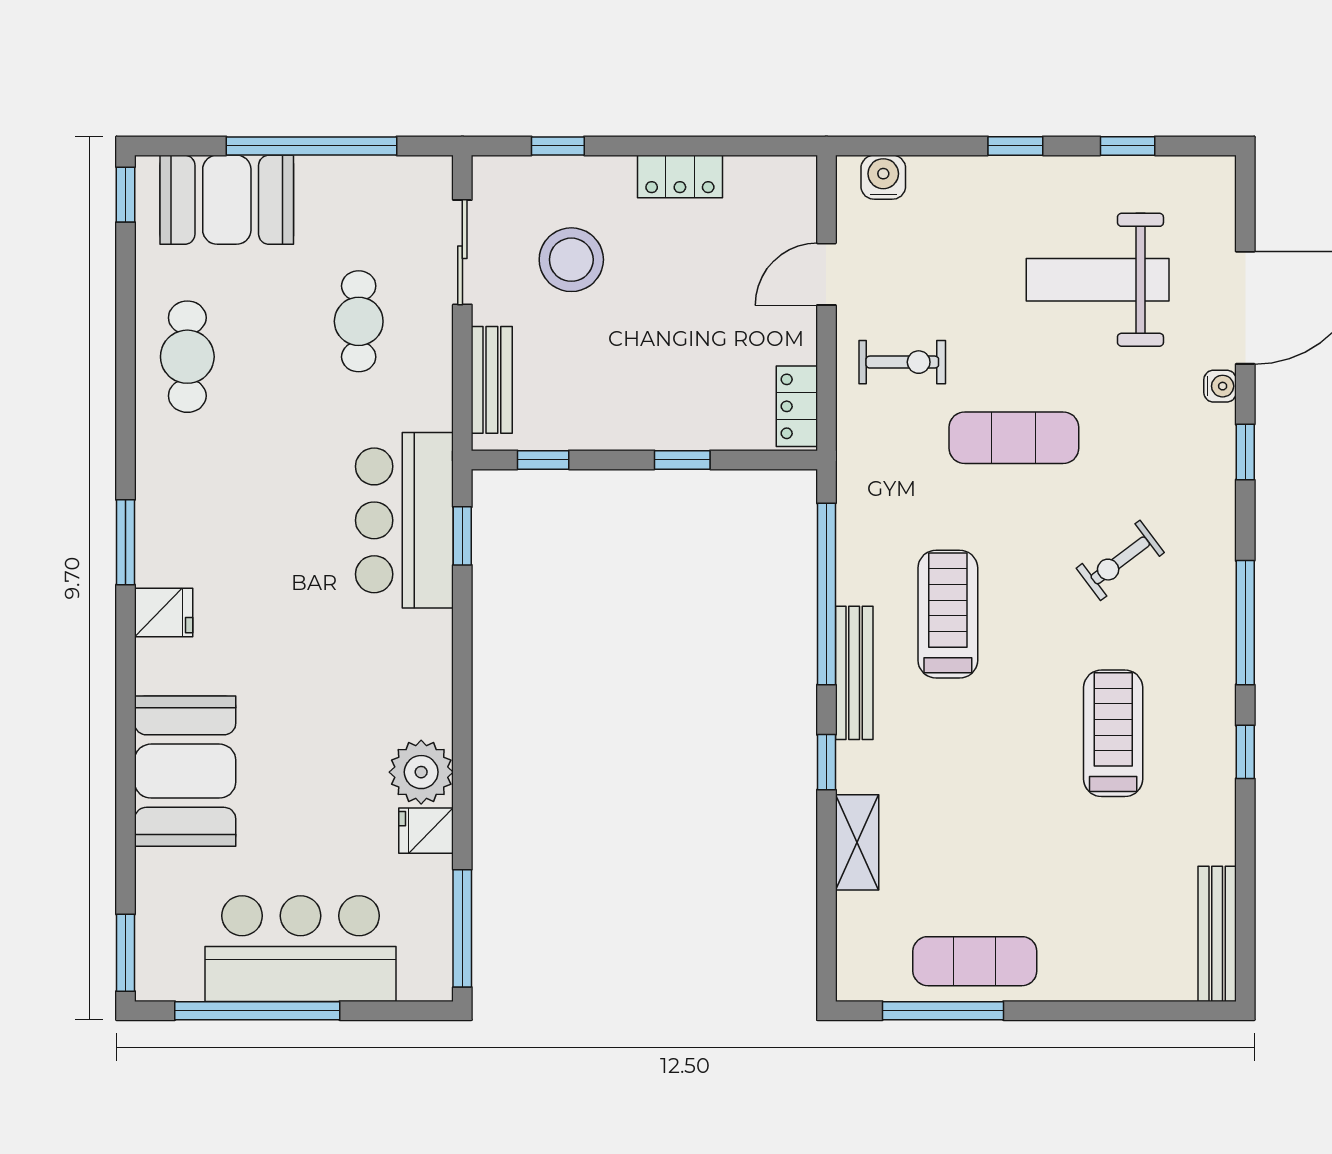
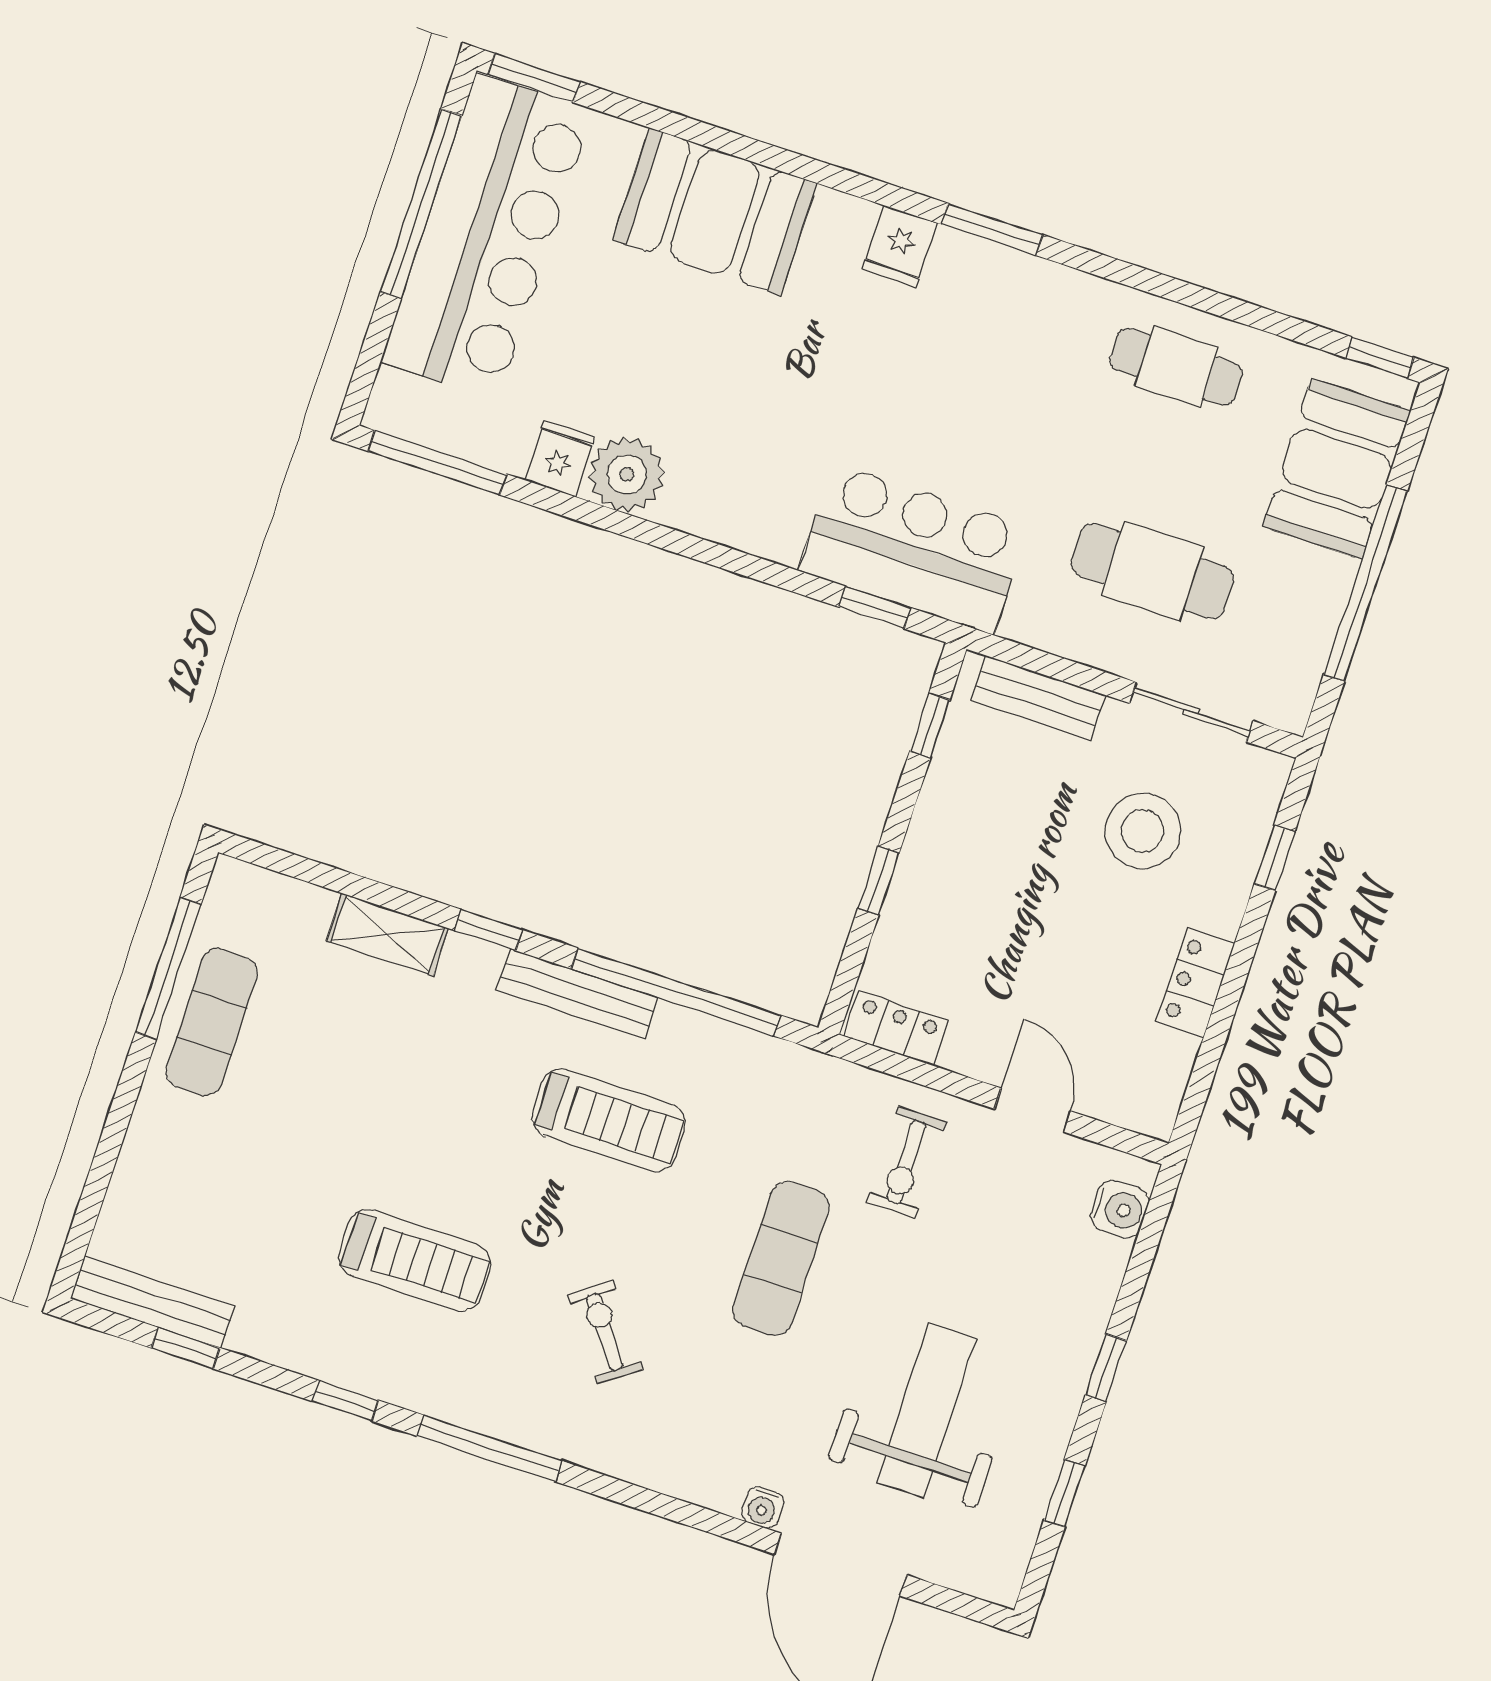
cafe table: (359, 321) -> (1152, 571), width x1.37, depth x1.35
window: (1245, 452) -> (186, 1348), moved
bar counter: (301, 949) -> (487, 236), width x1.36

